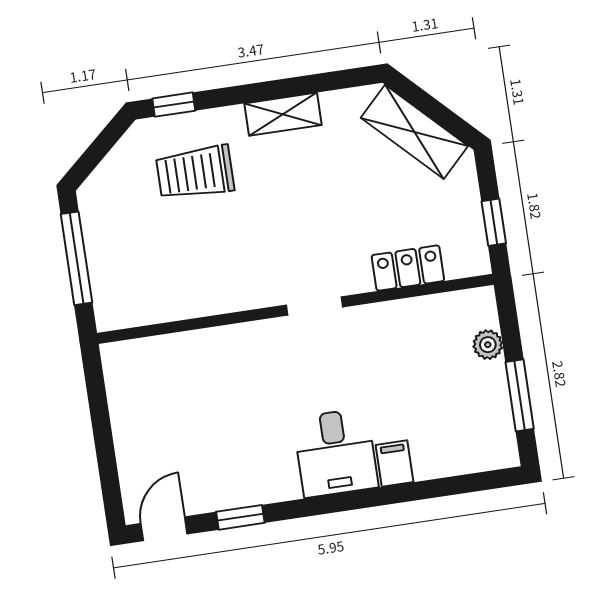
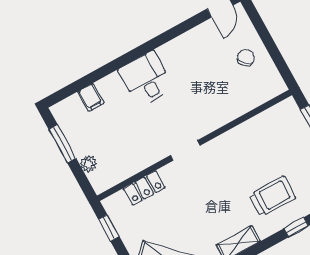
chair: (152, 426) -> (246, 58), added
filing cabinet: (394, 464) -> (91, 97), moved
window: (240, 517) -> (183, 28), removed

